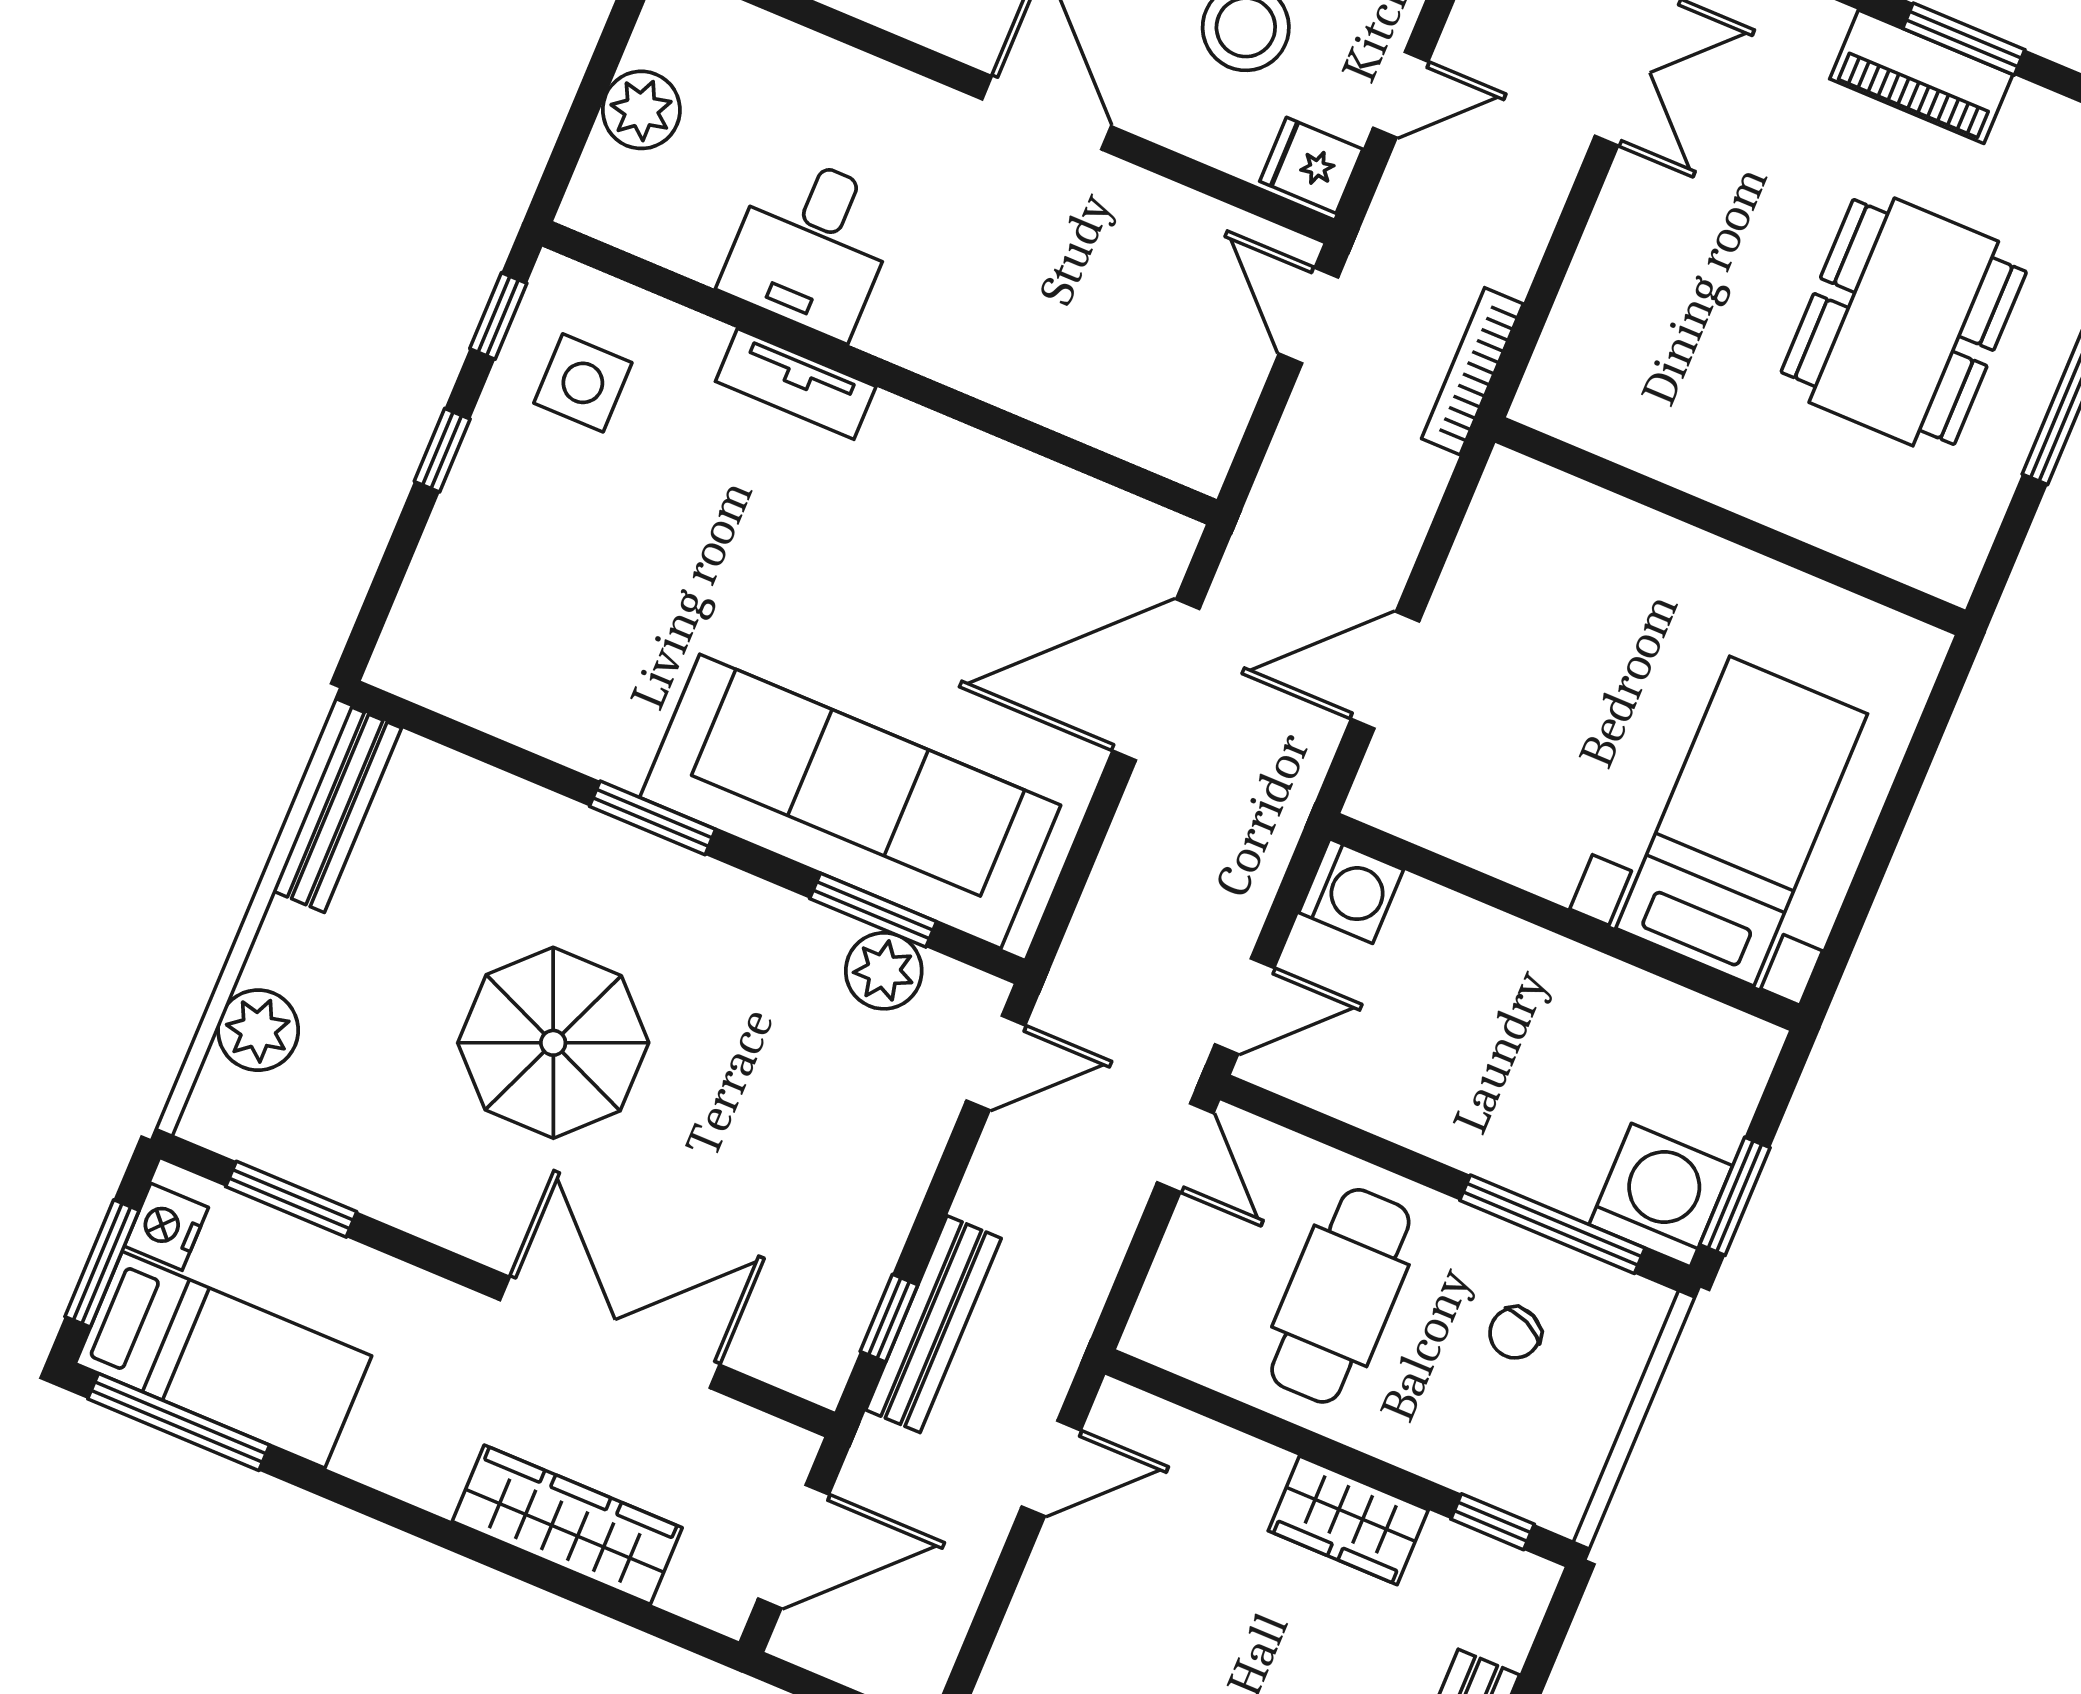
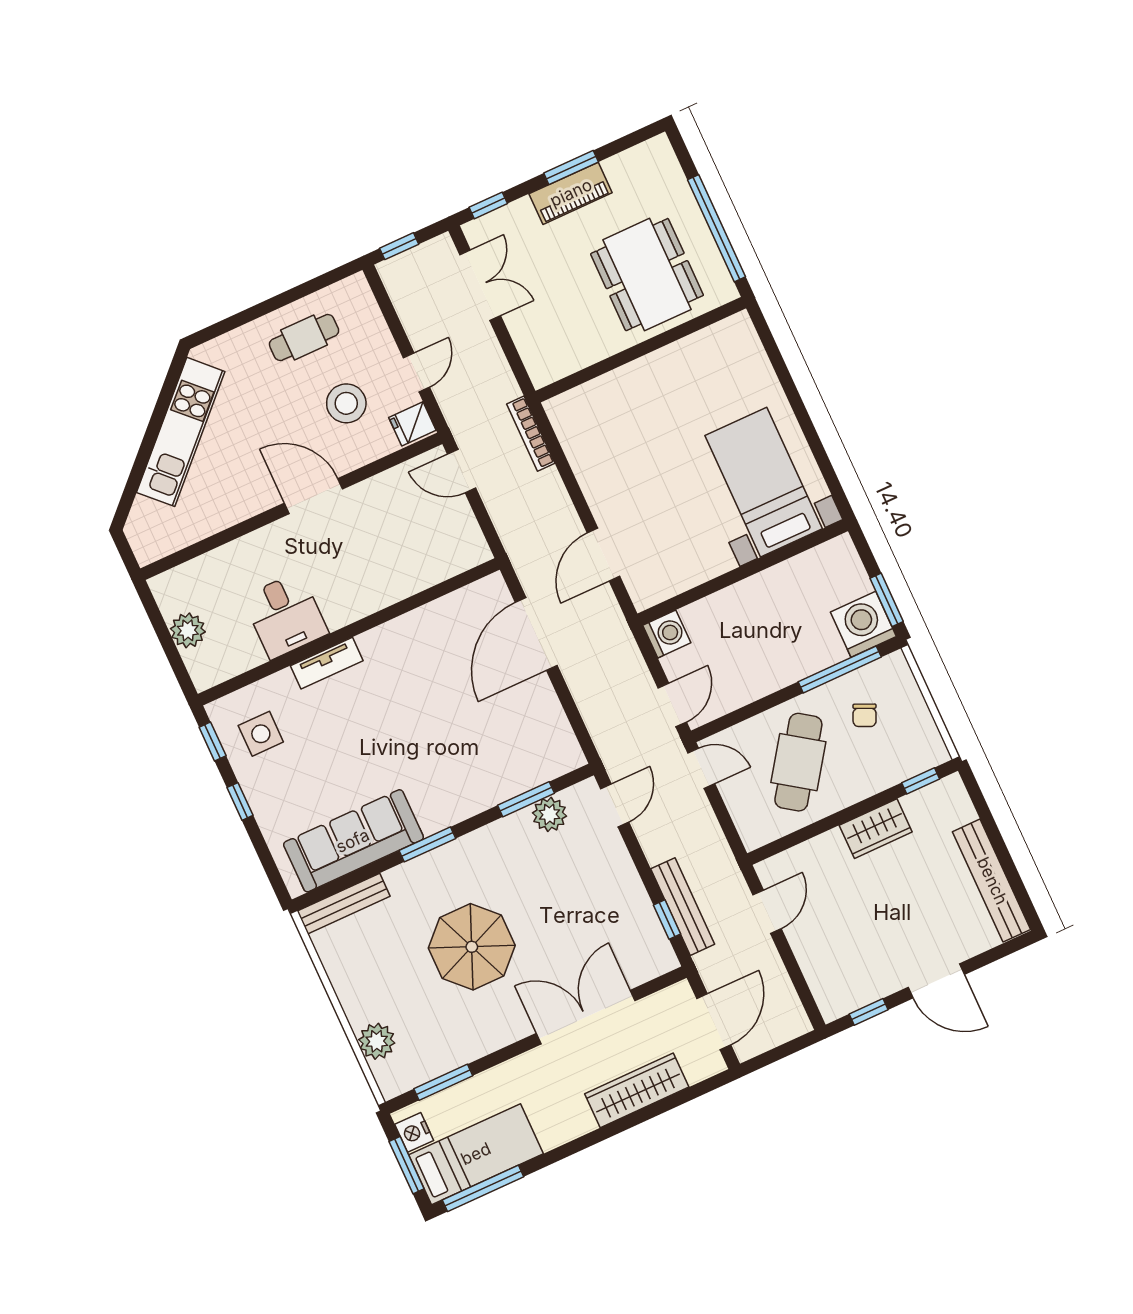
wall: (1730, 526) -> (641, 350), moved
sofa: (850, 801) -> (353, 841), moved, width x0.74, depth x0.79
bench: (337, 809) -> (344, 904), moved, turned 90
cafe table: (1340, 1296) -> (798, 762), turned 35

